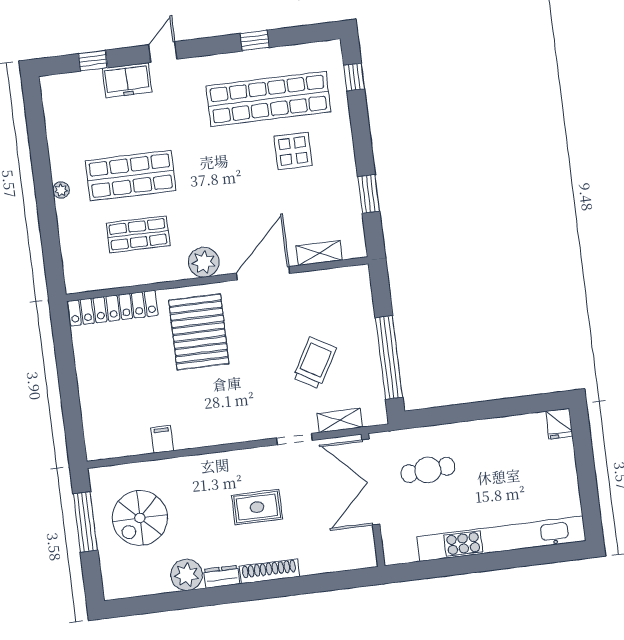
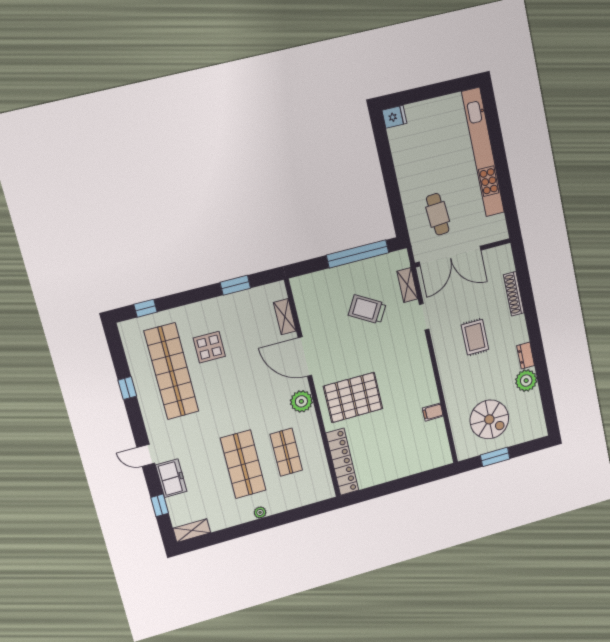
shelving: (52, 98) -> (192, 531), added
window: (85, 522) -> (495, 457), width x0.69
shoe rack: (269, 571) -> (514, 294), moved

